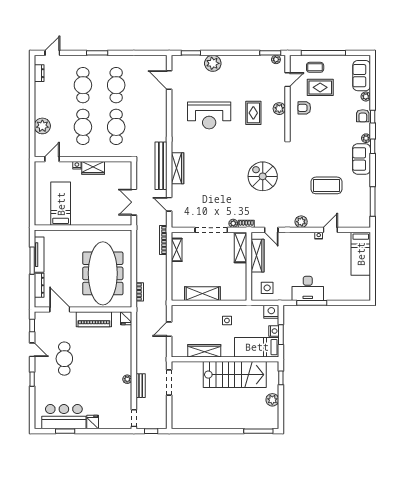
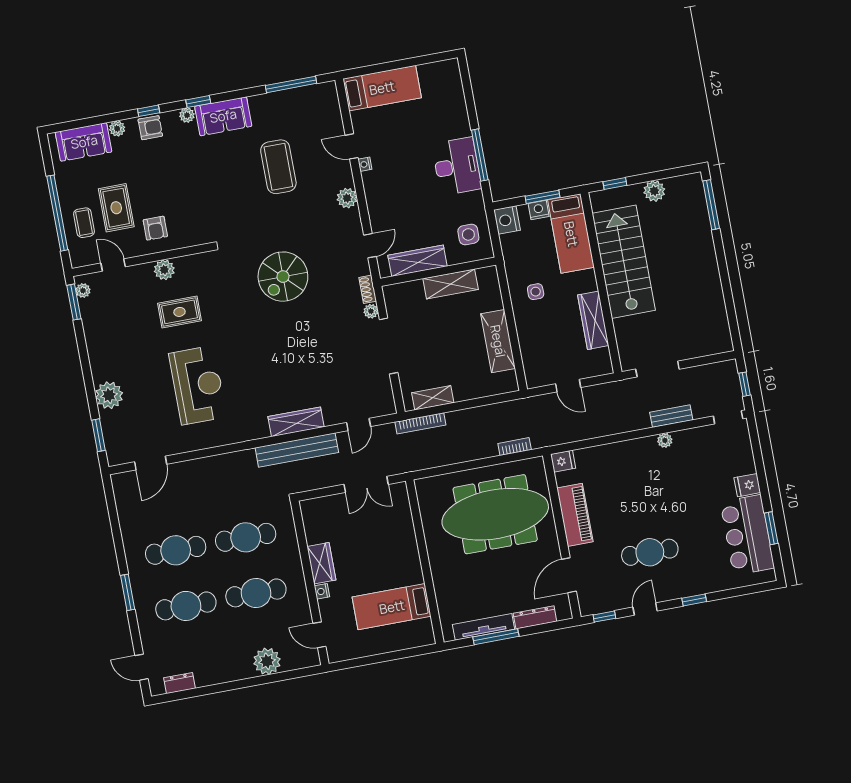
shelving: (240, 248) -> (451, 284), moved

